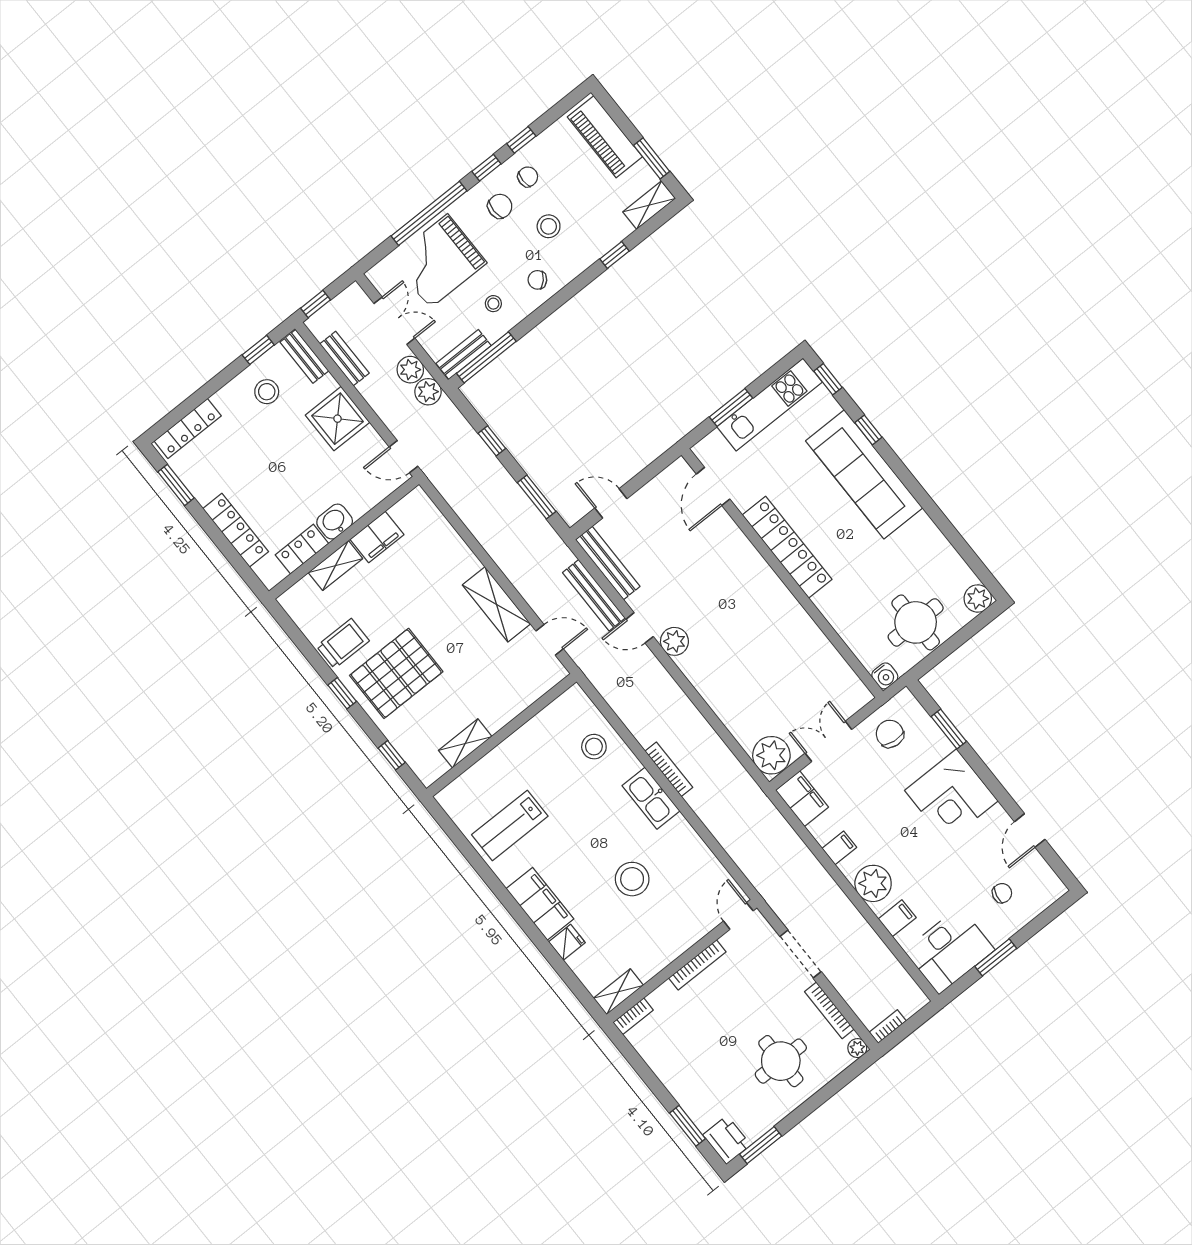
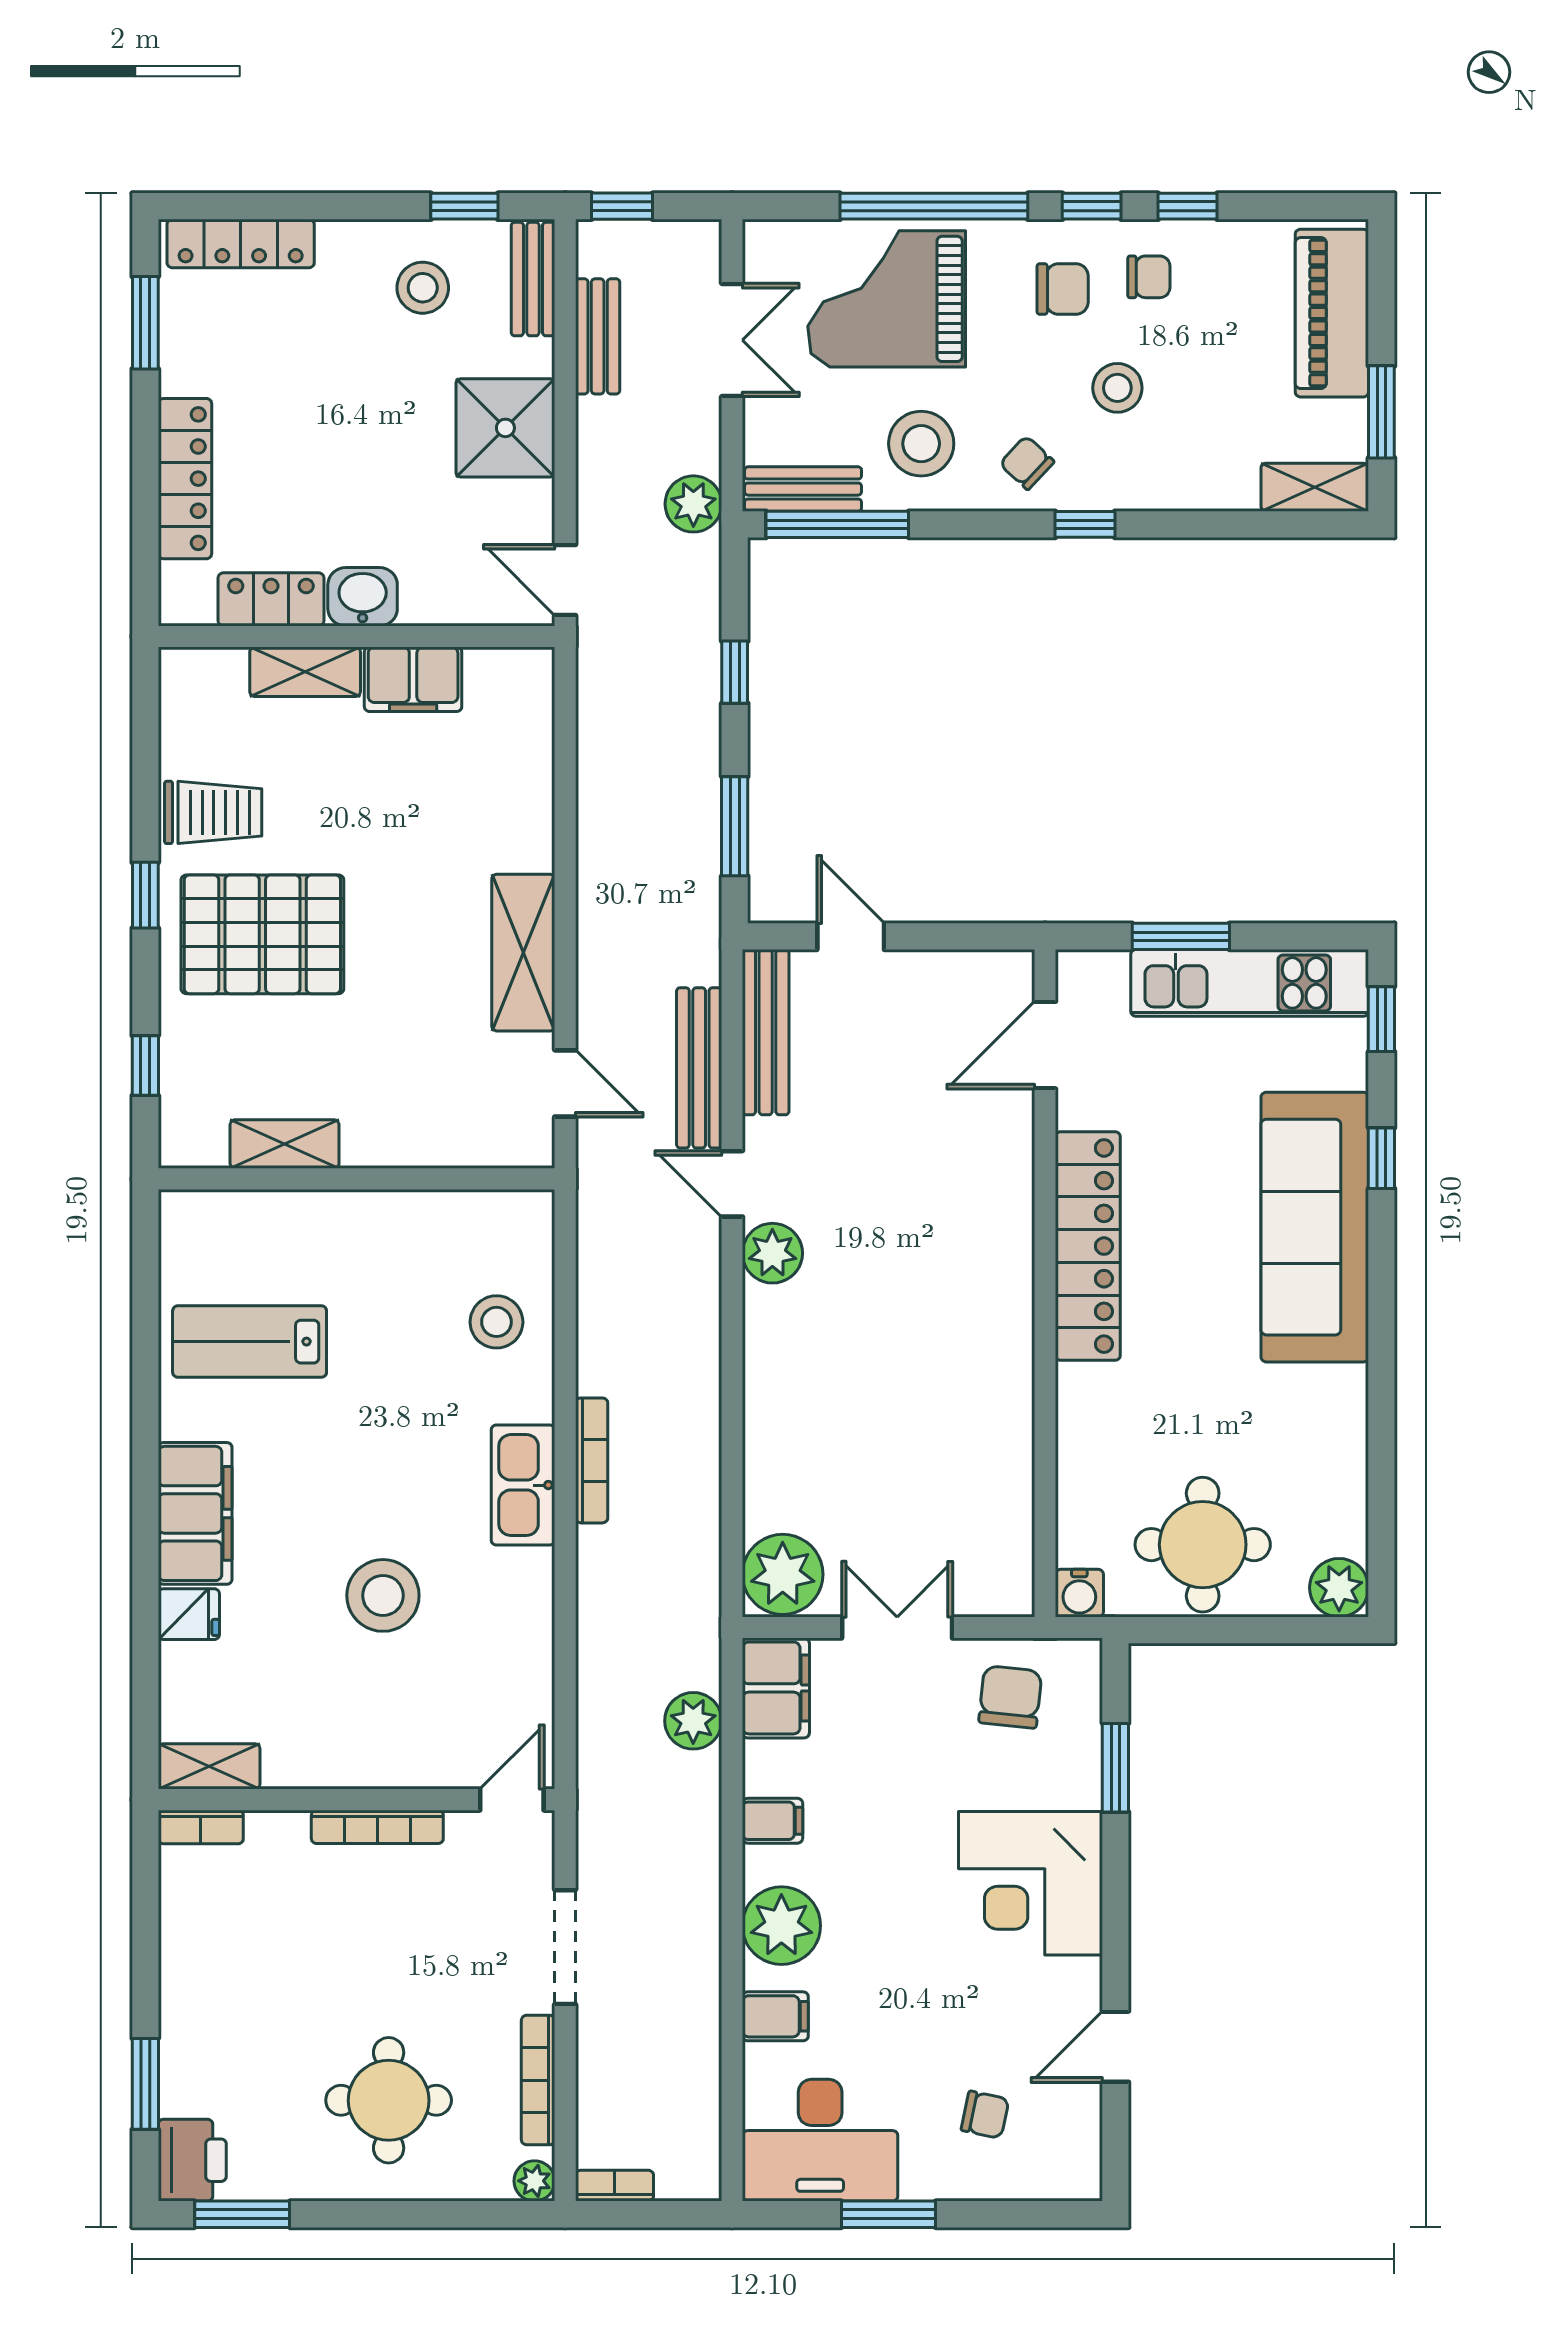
window: (614, 255) -> (1085, 524), moved
stool: (493, 304) -> (921, 444), width x1.89, depth x1.89
plant: (410, 370) -> (693, 1721), moved

